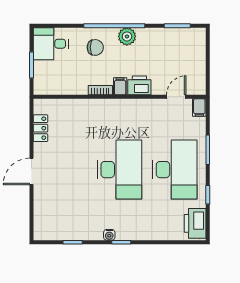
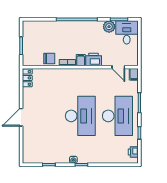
plant: (127, 36) -> (109, 27), moved
desk: (51, 44) -> (127, 32), moved, turned 90
chair: (95, 47) -> (49, 59), moved
door: (176, 97) -> (118, 67), swing flipped
locker: (40, 128) -> (27, 78), moved
printer: (195, 223) -> (133, 152), width x0.53, depth x0.68

